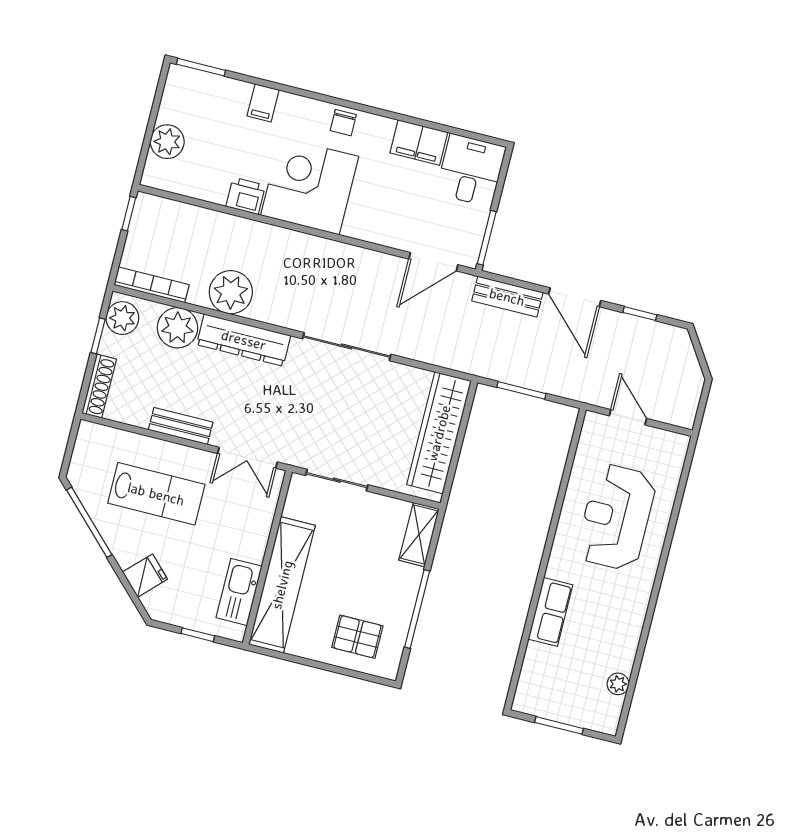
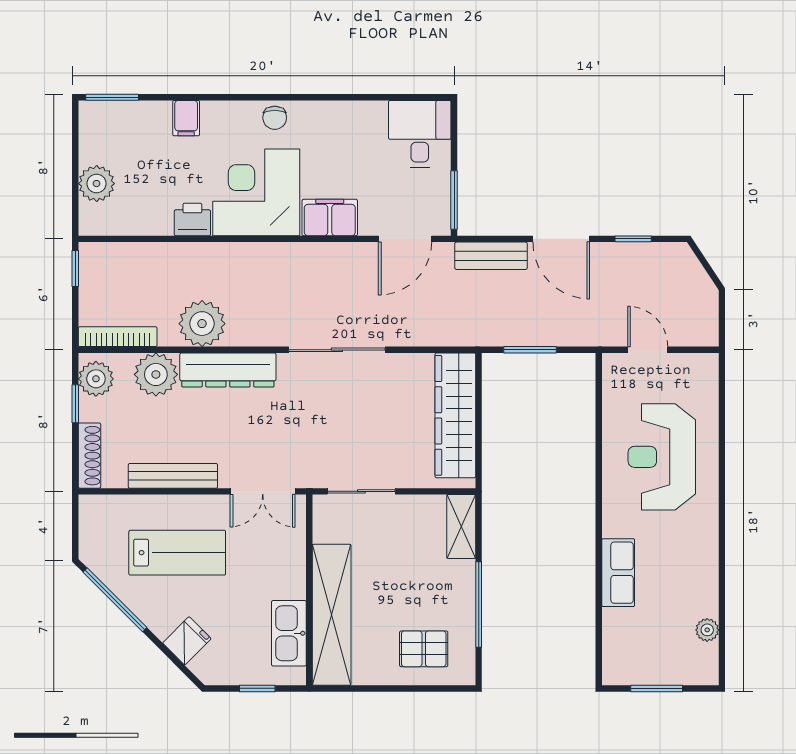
filing cabinet: (419, 143) -> (330, 217), moved, turned 180
bench: (181, 426) -> (173, 476), width x1.36

